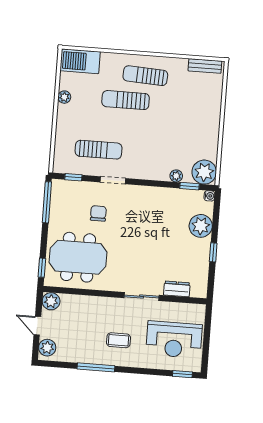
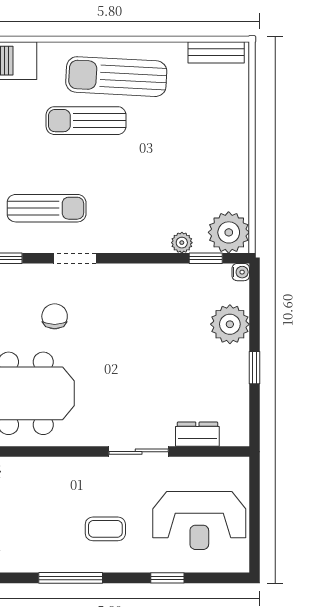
sun lounger: (145, 76) -> (116, 77), width x1.36, depth x1.34
window: (182, 374) -> (167, 578), moved

